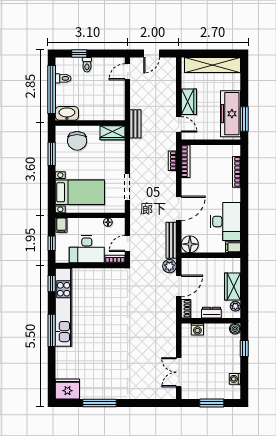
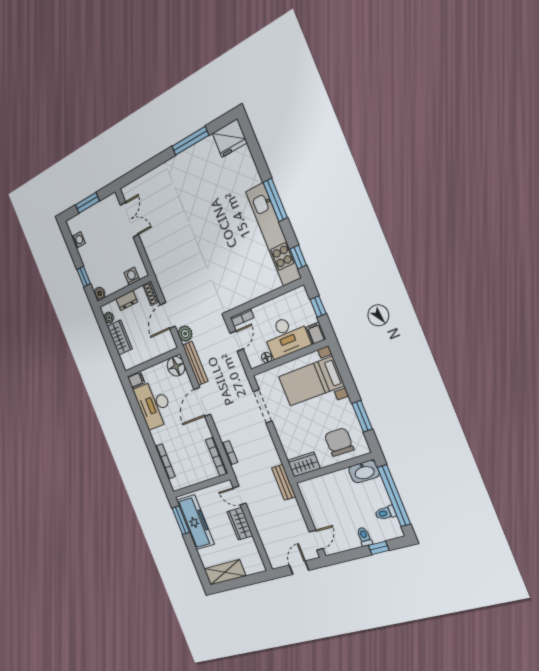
shelving: (213, 65) -> (225, 572), width x0.68
desk: (87, 249) -> (286, 336), moved, turned 180

